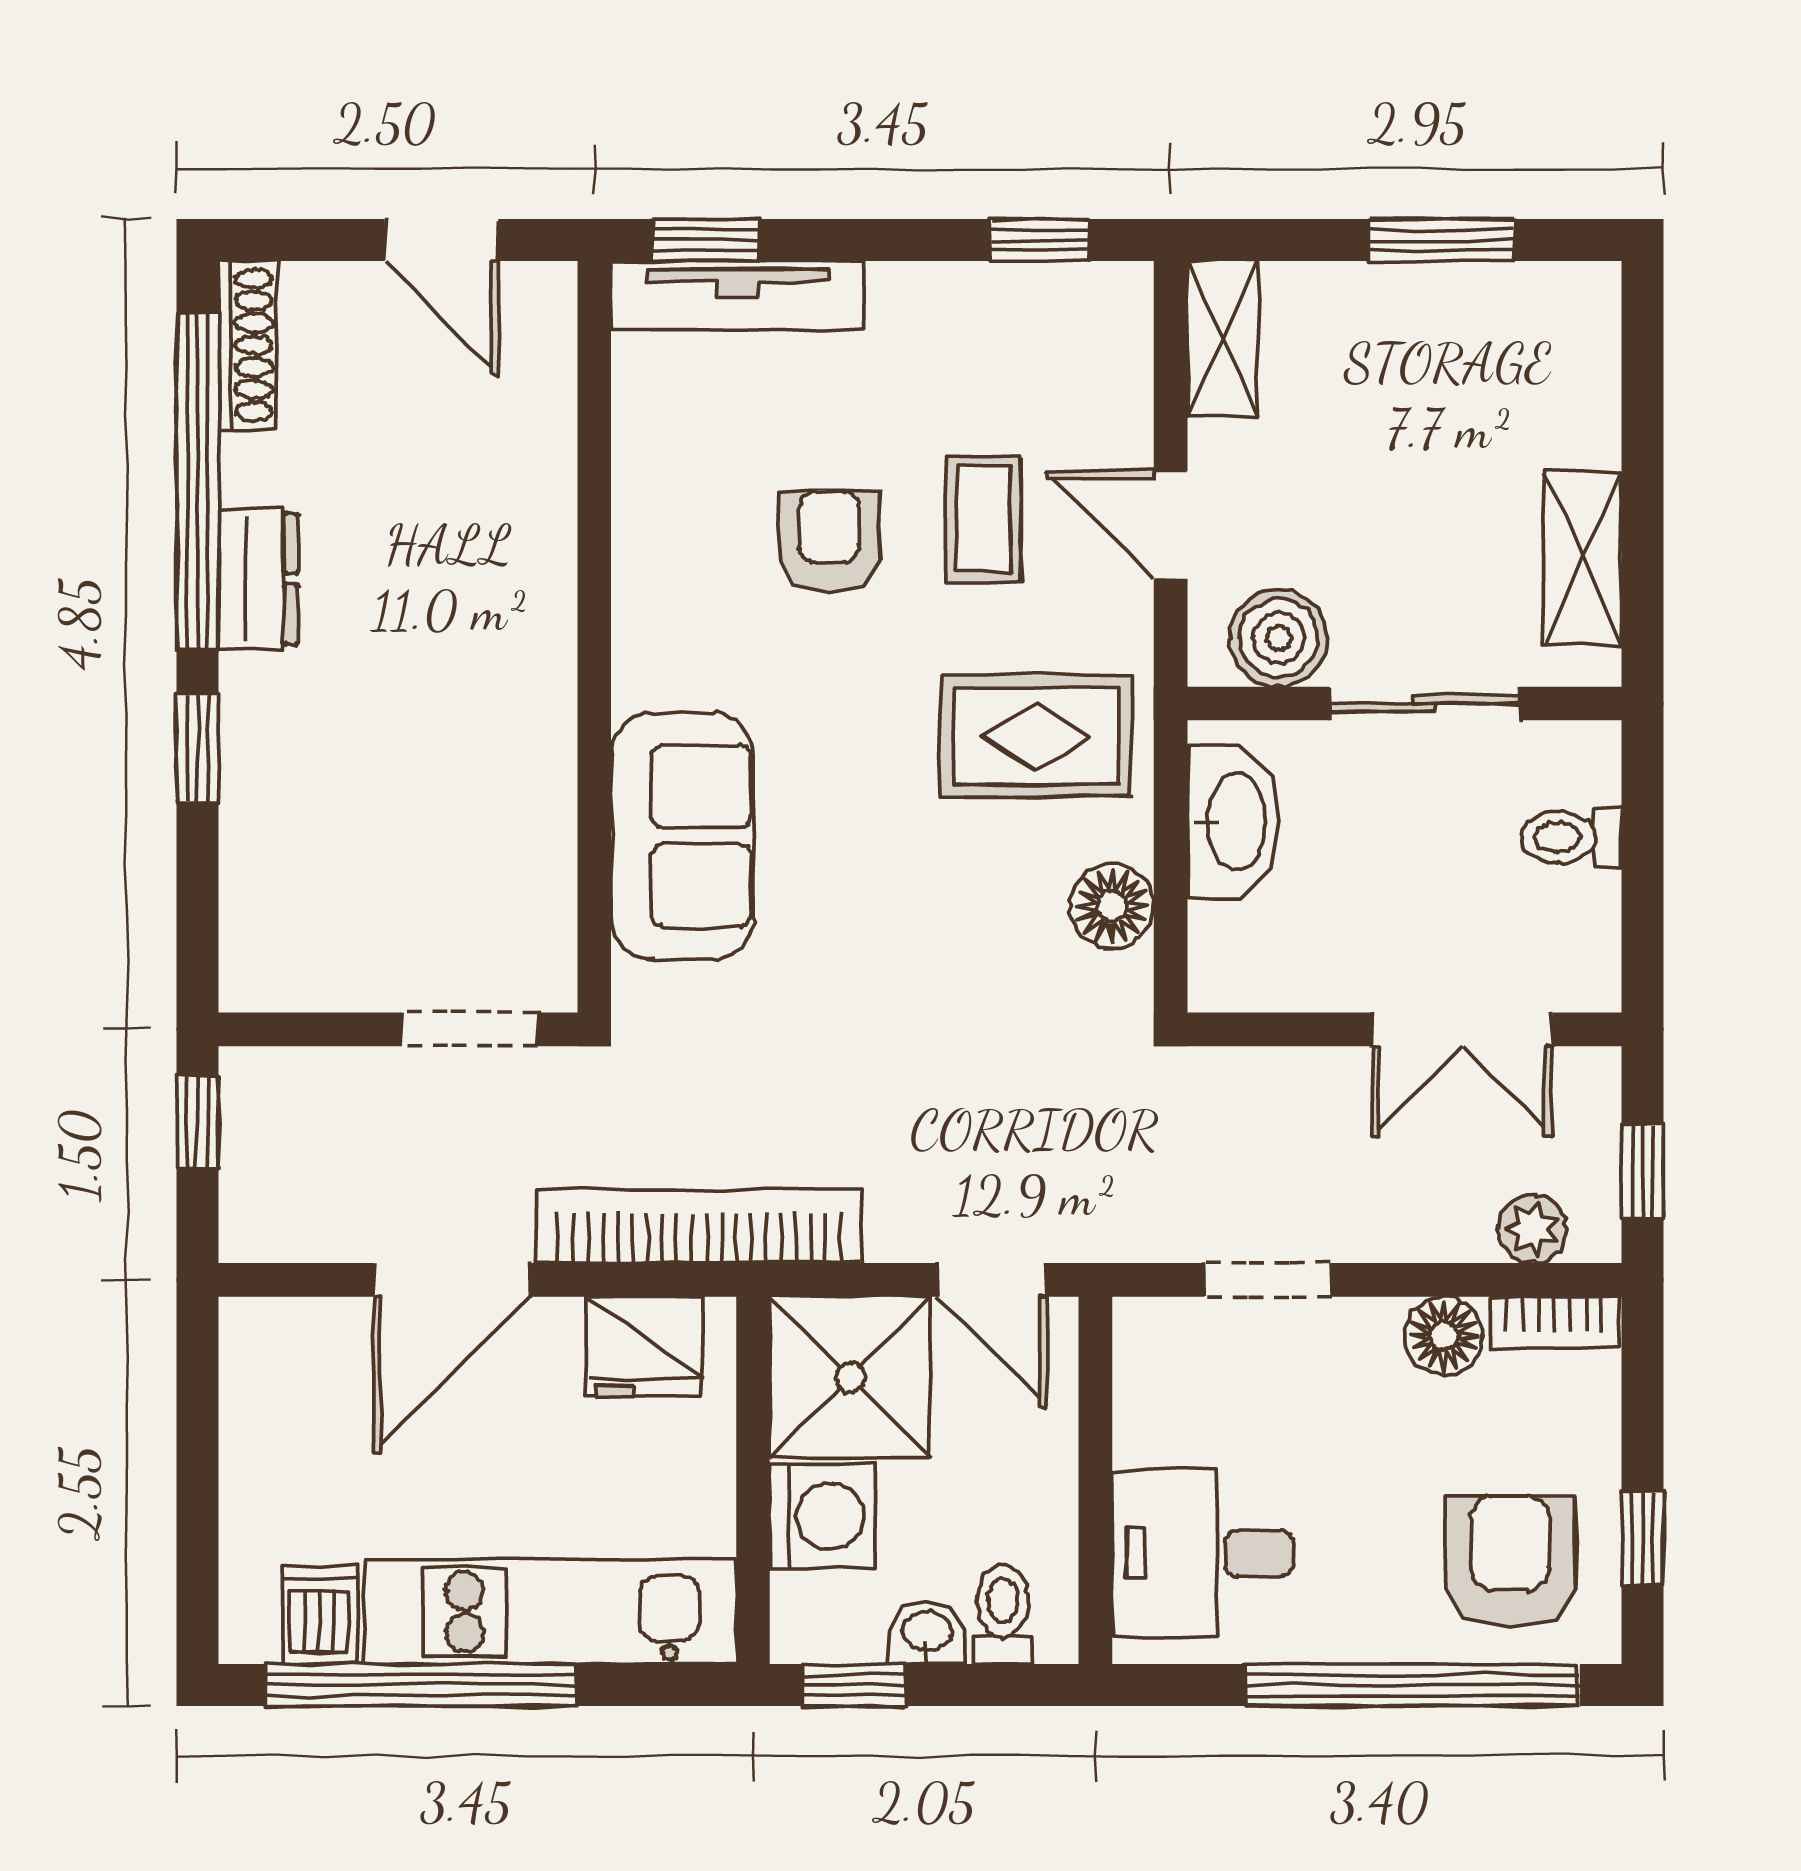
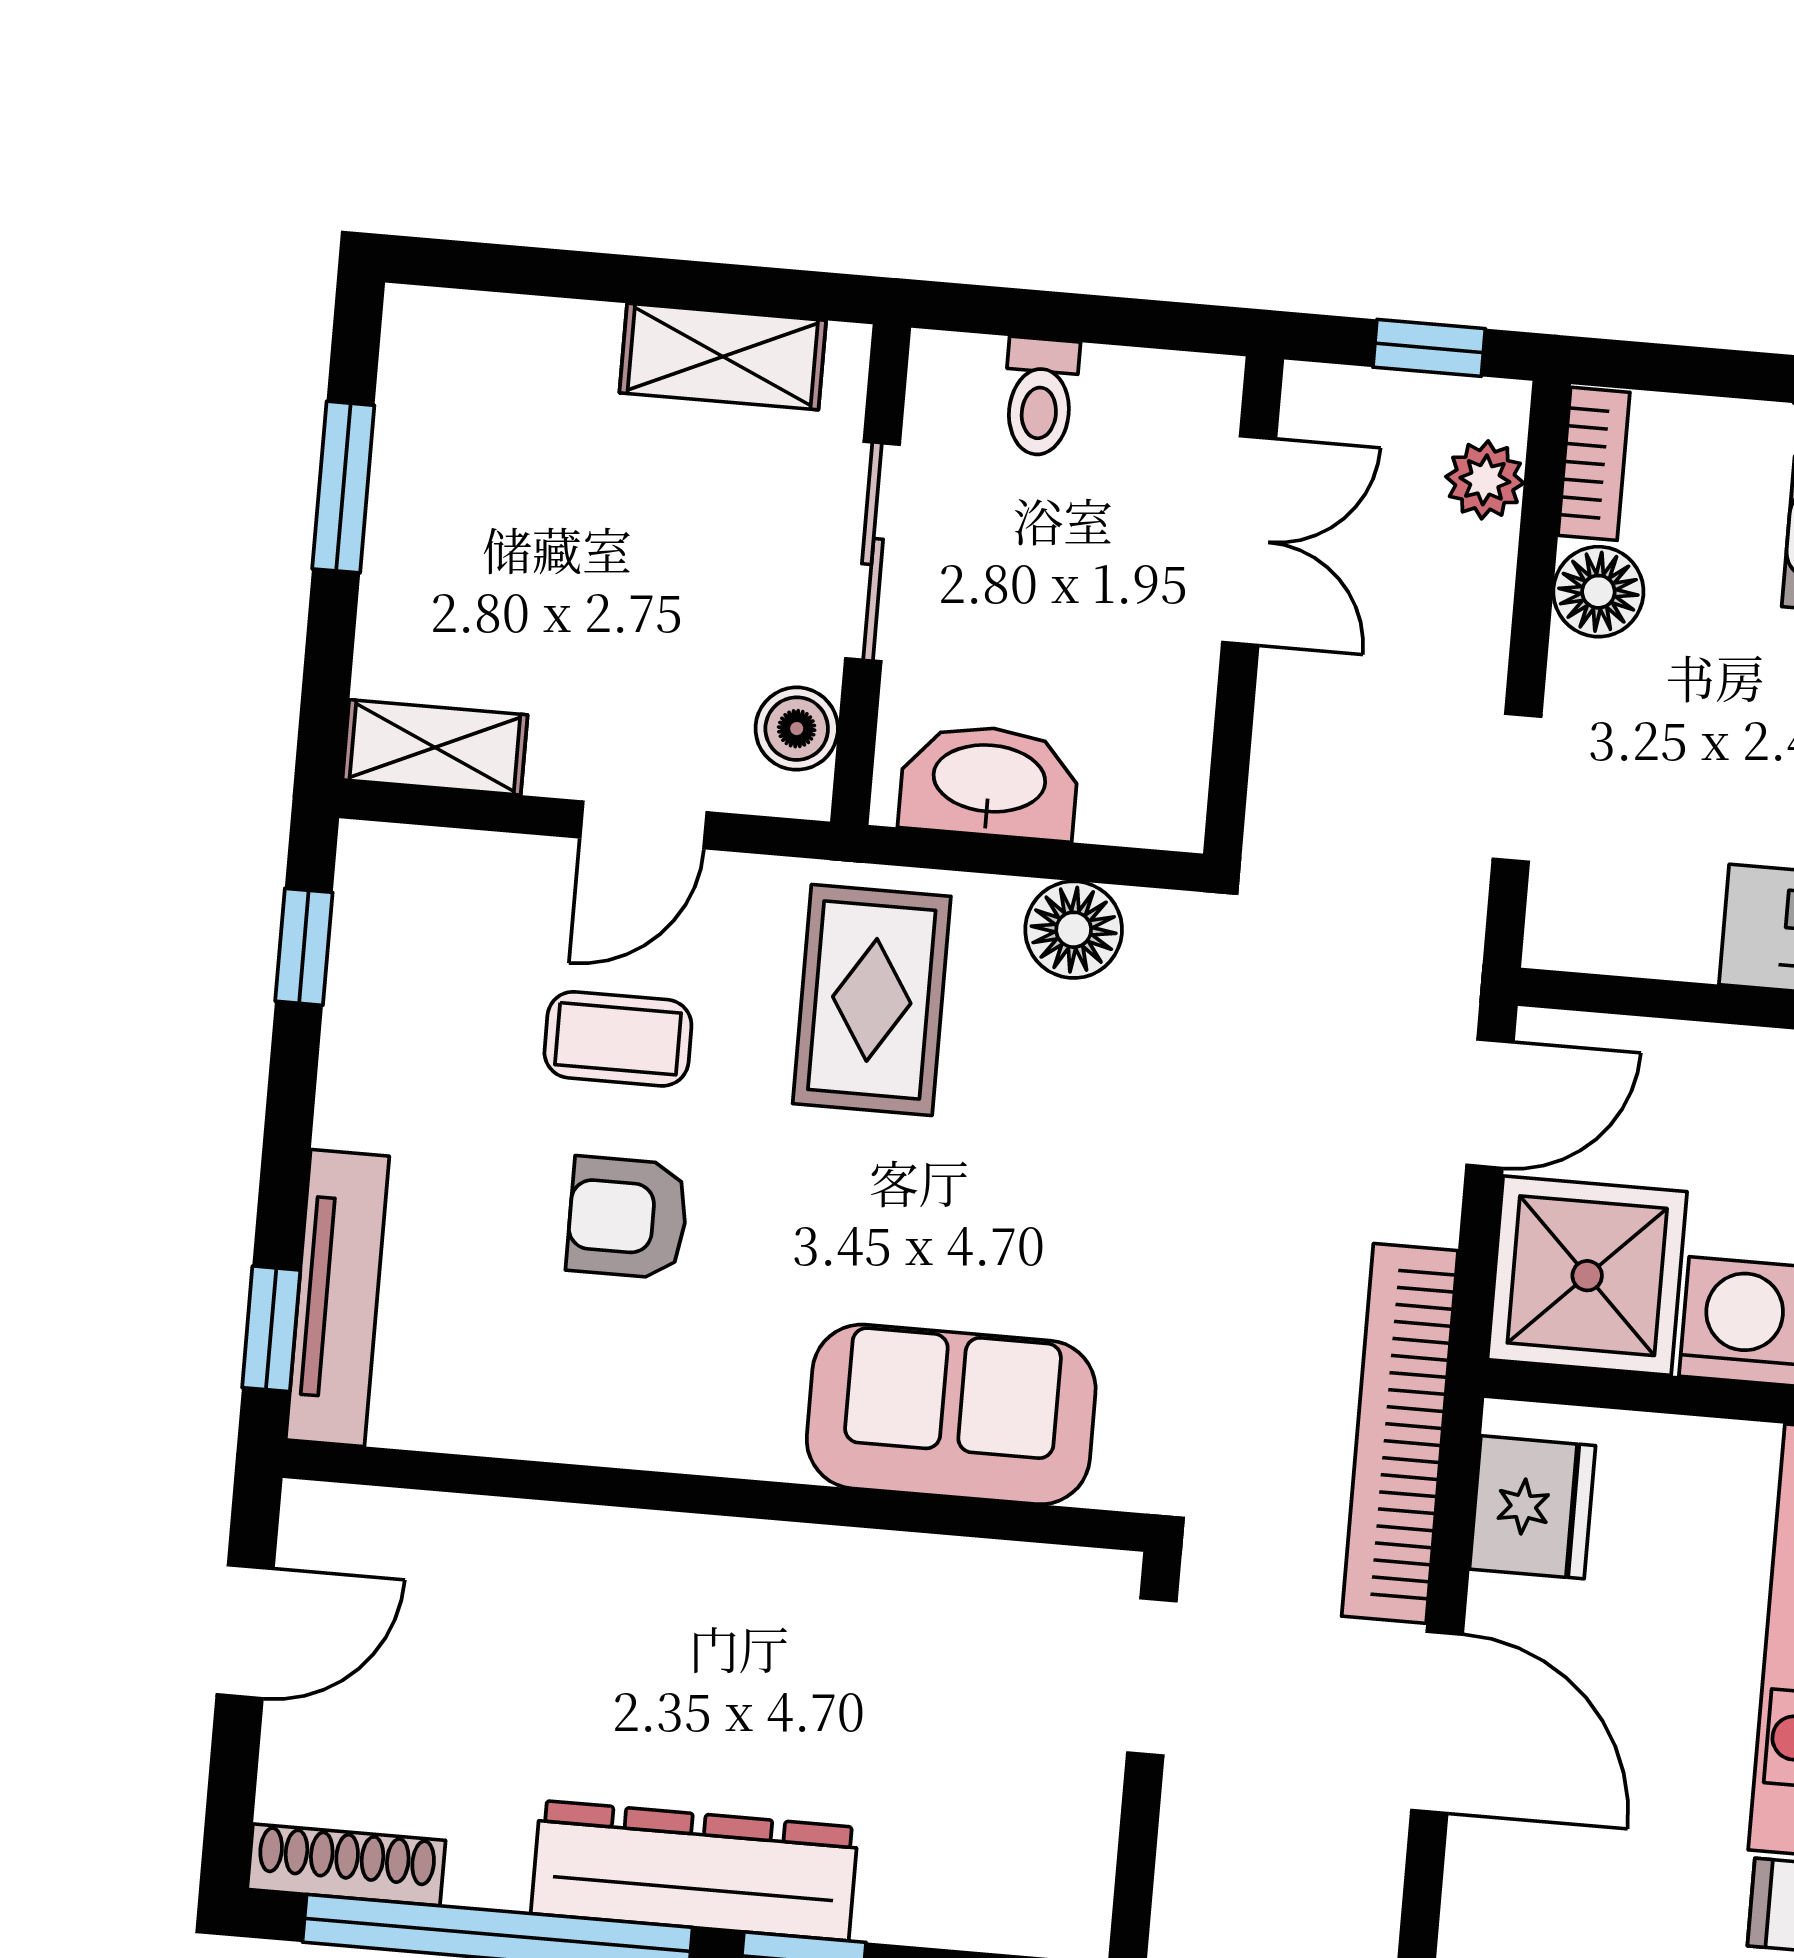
dresser: (258, 579) -> (694, 1871), width x1.96, depth x1.24
boiler: (1279, 638) -> (797, 729), width x0.73, depth x0.73

